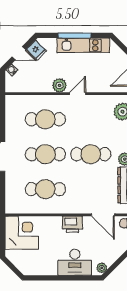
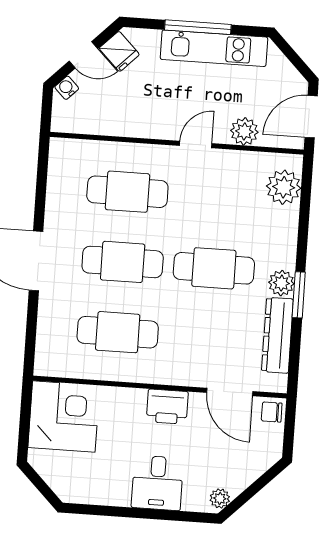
plant: (60, 85) -> (244, 131), moved
desk: (75, 262) -> (157, 483), width x0.73

